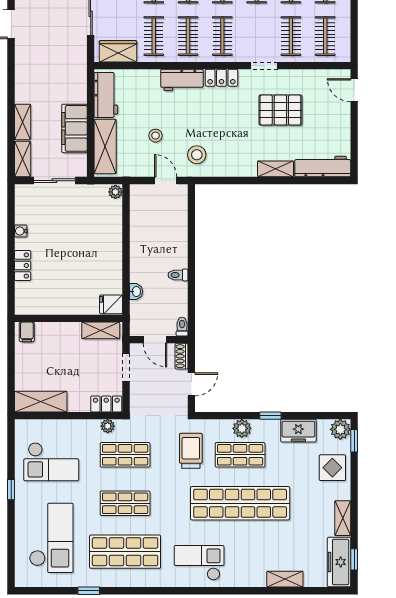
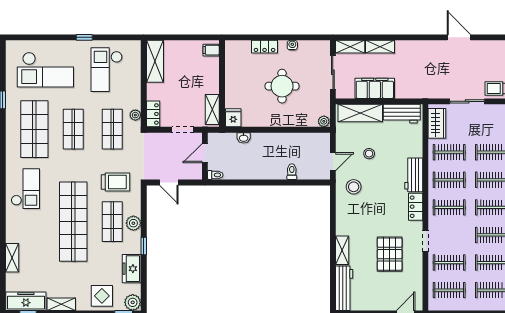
round table: (72, 244) -> (282, 86), added
toilet: (178, 275) -> (292, 172), moved
shoe rack: (182, 356) -> (192, 175), removed

